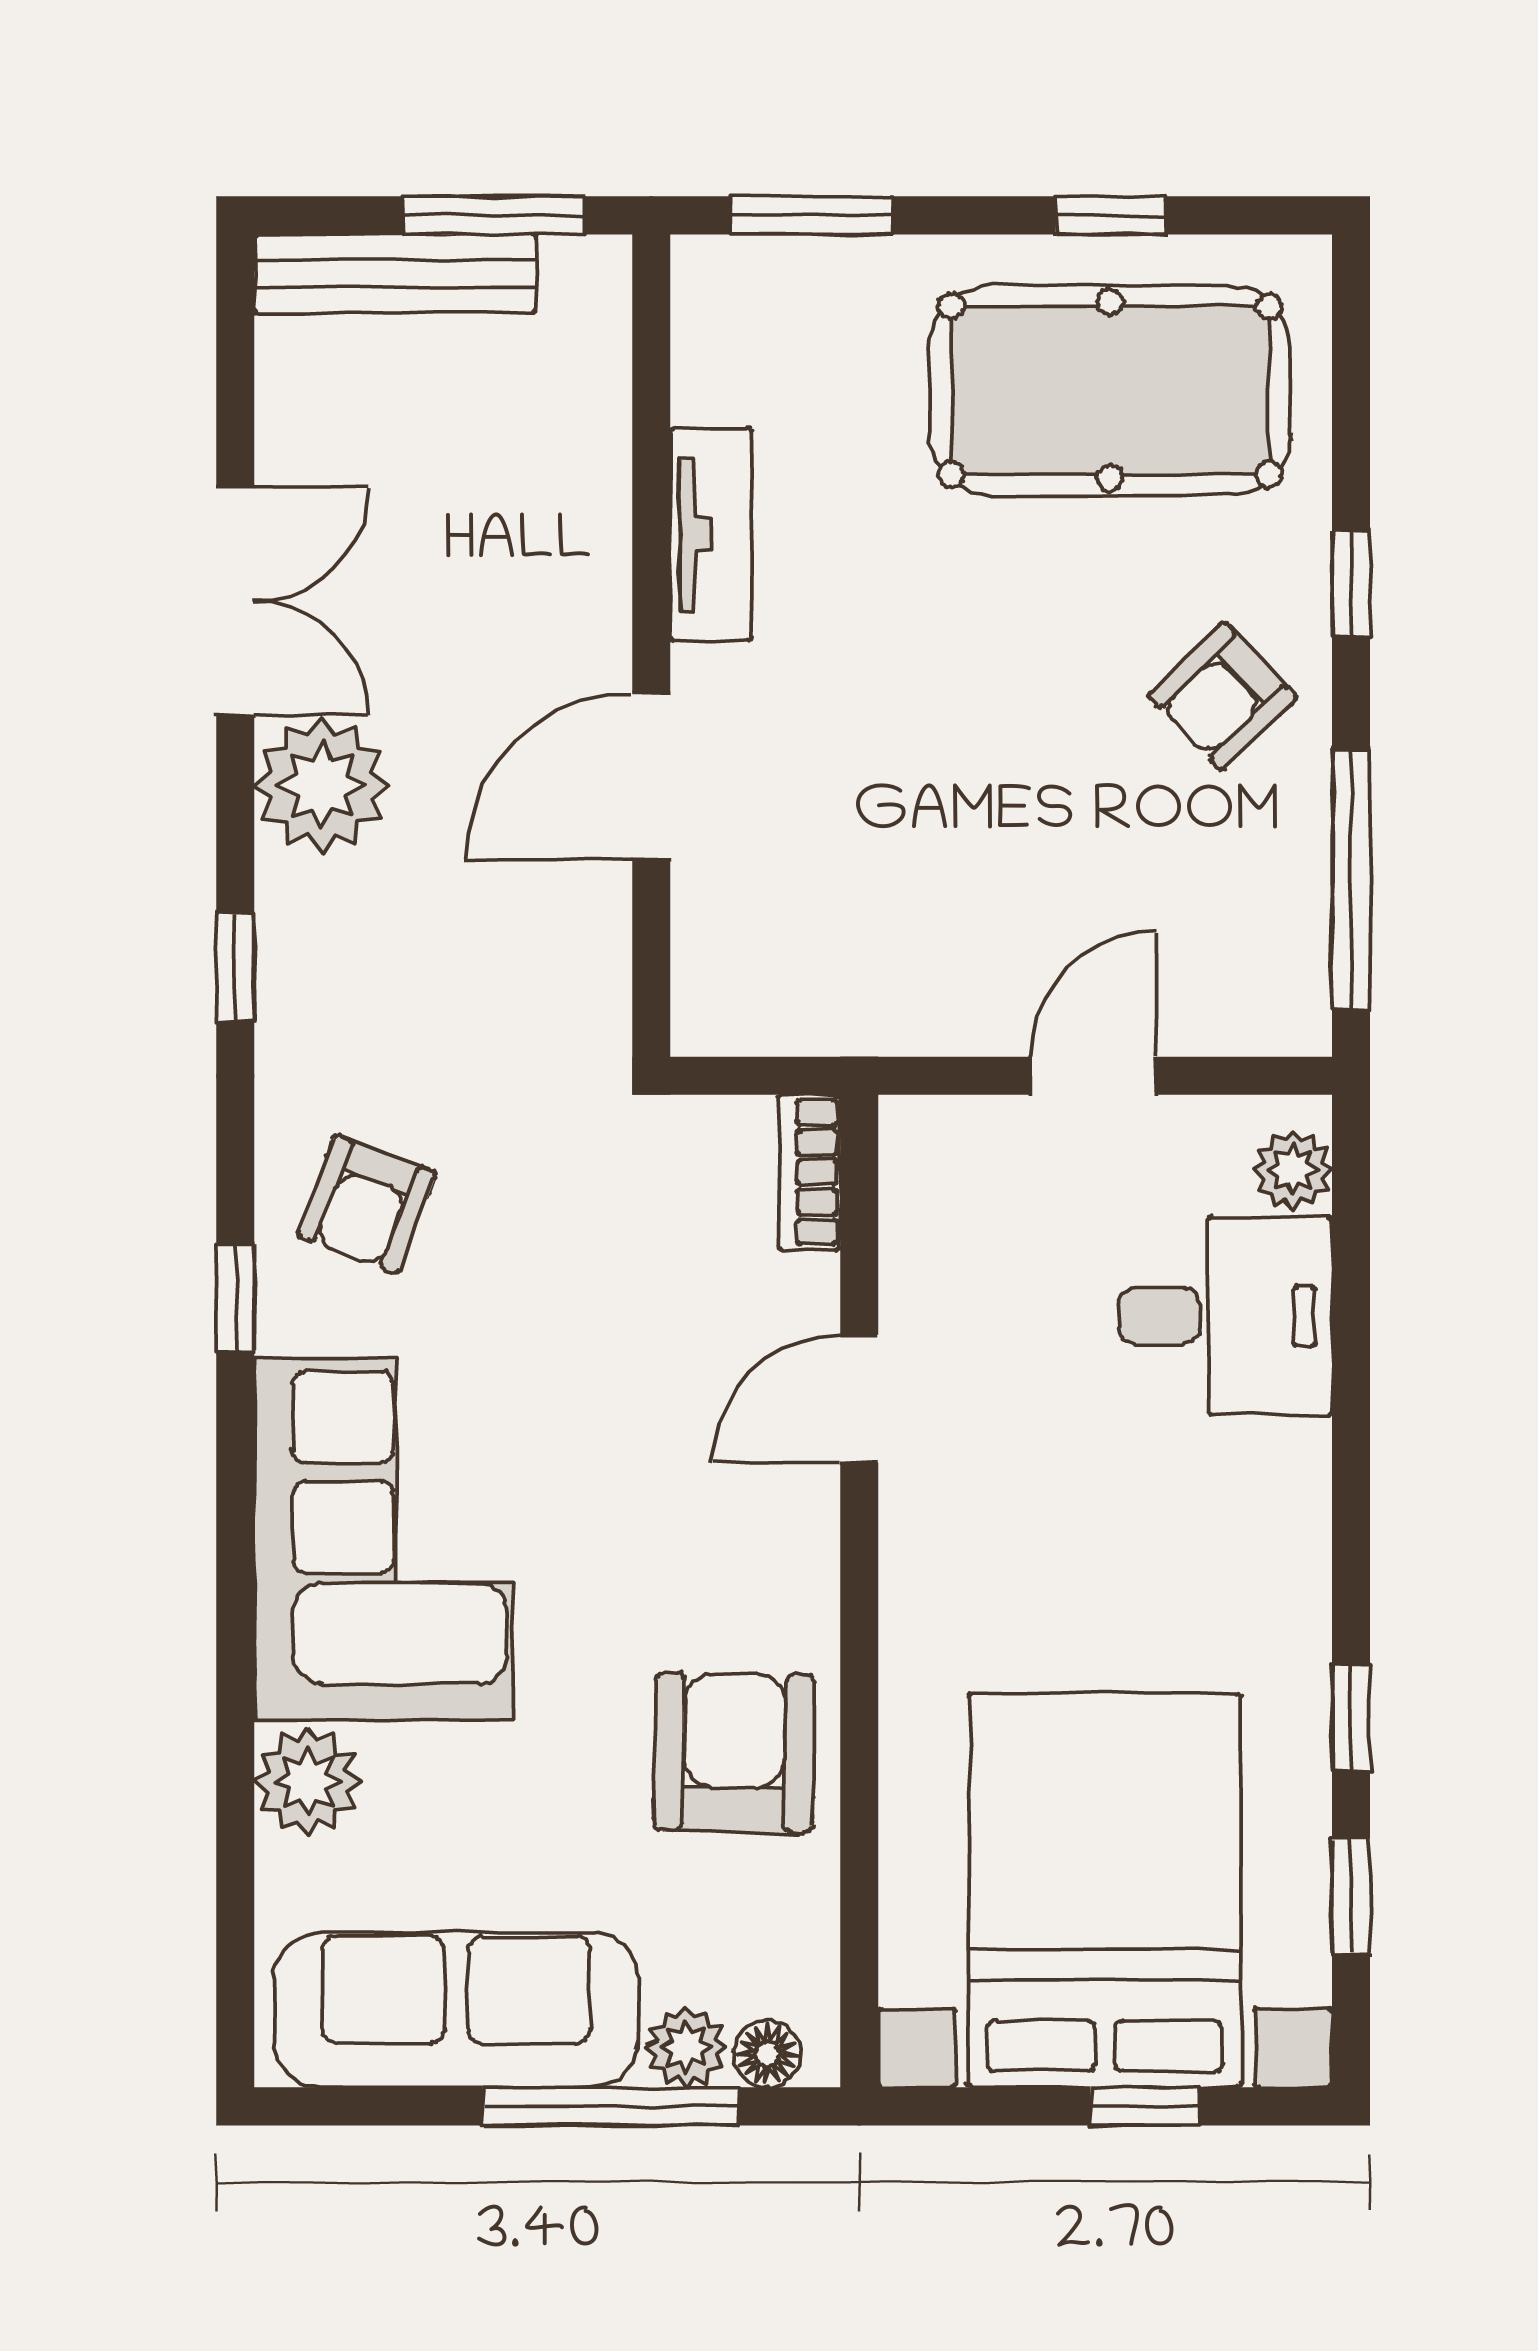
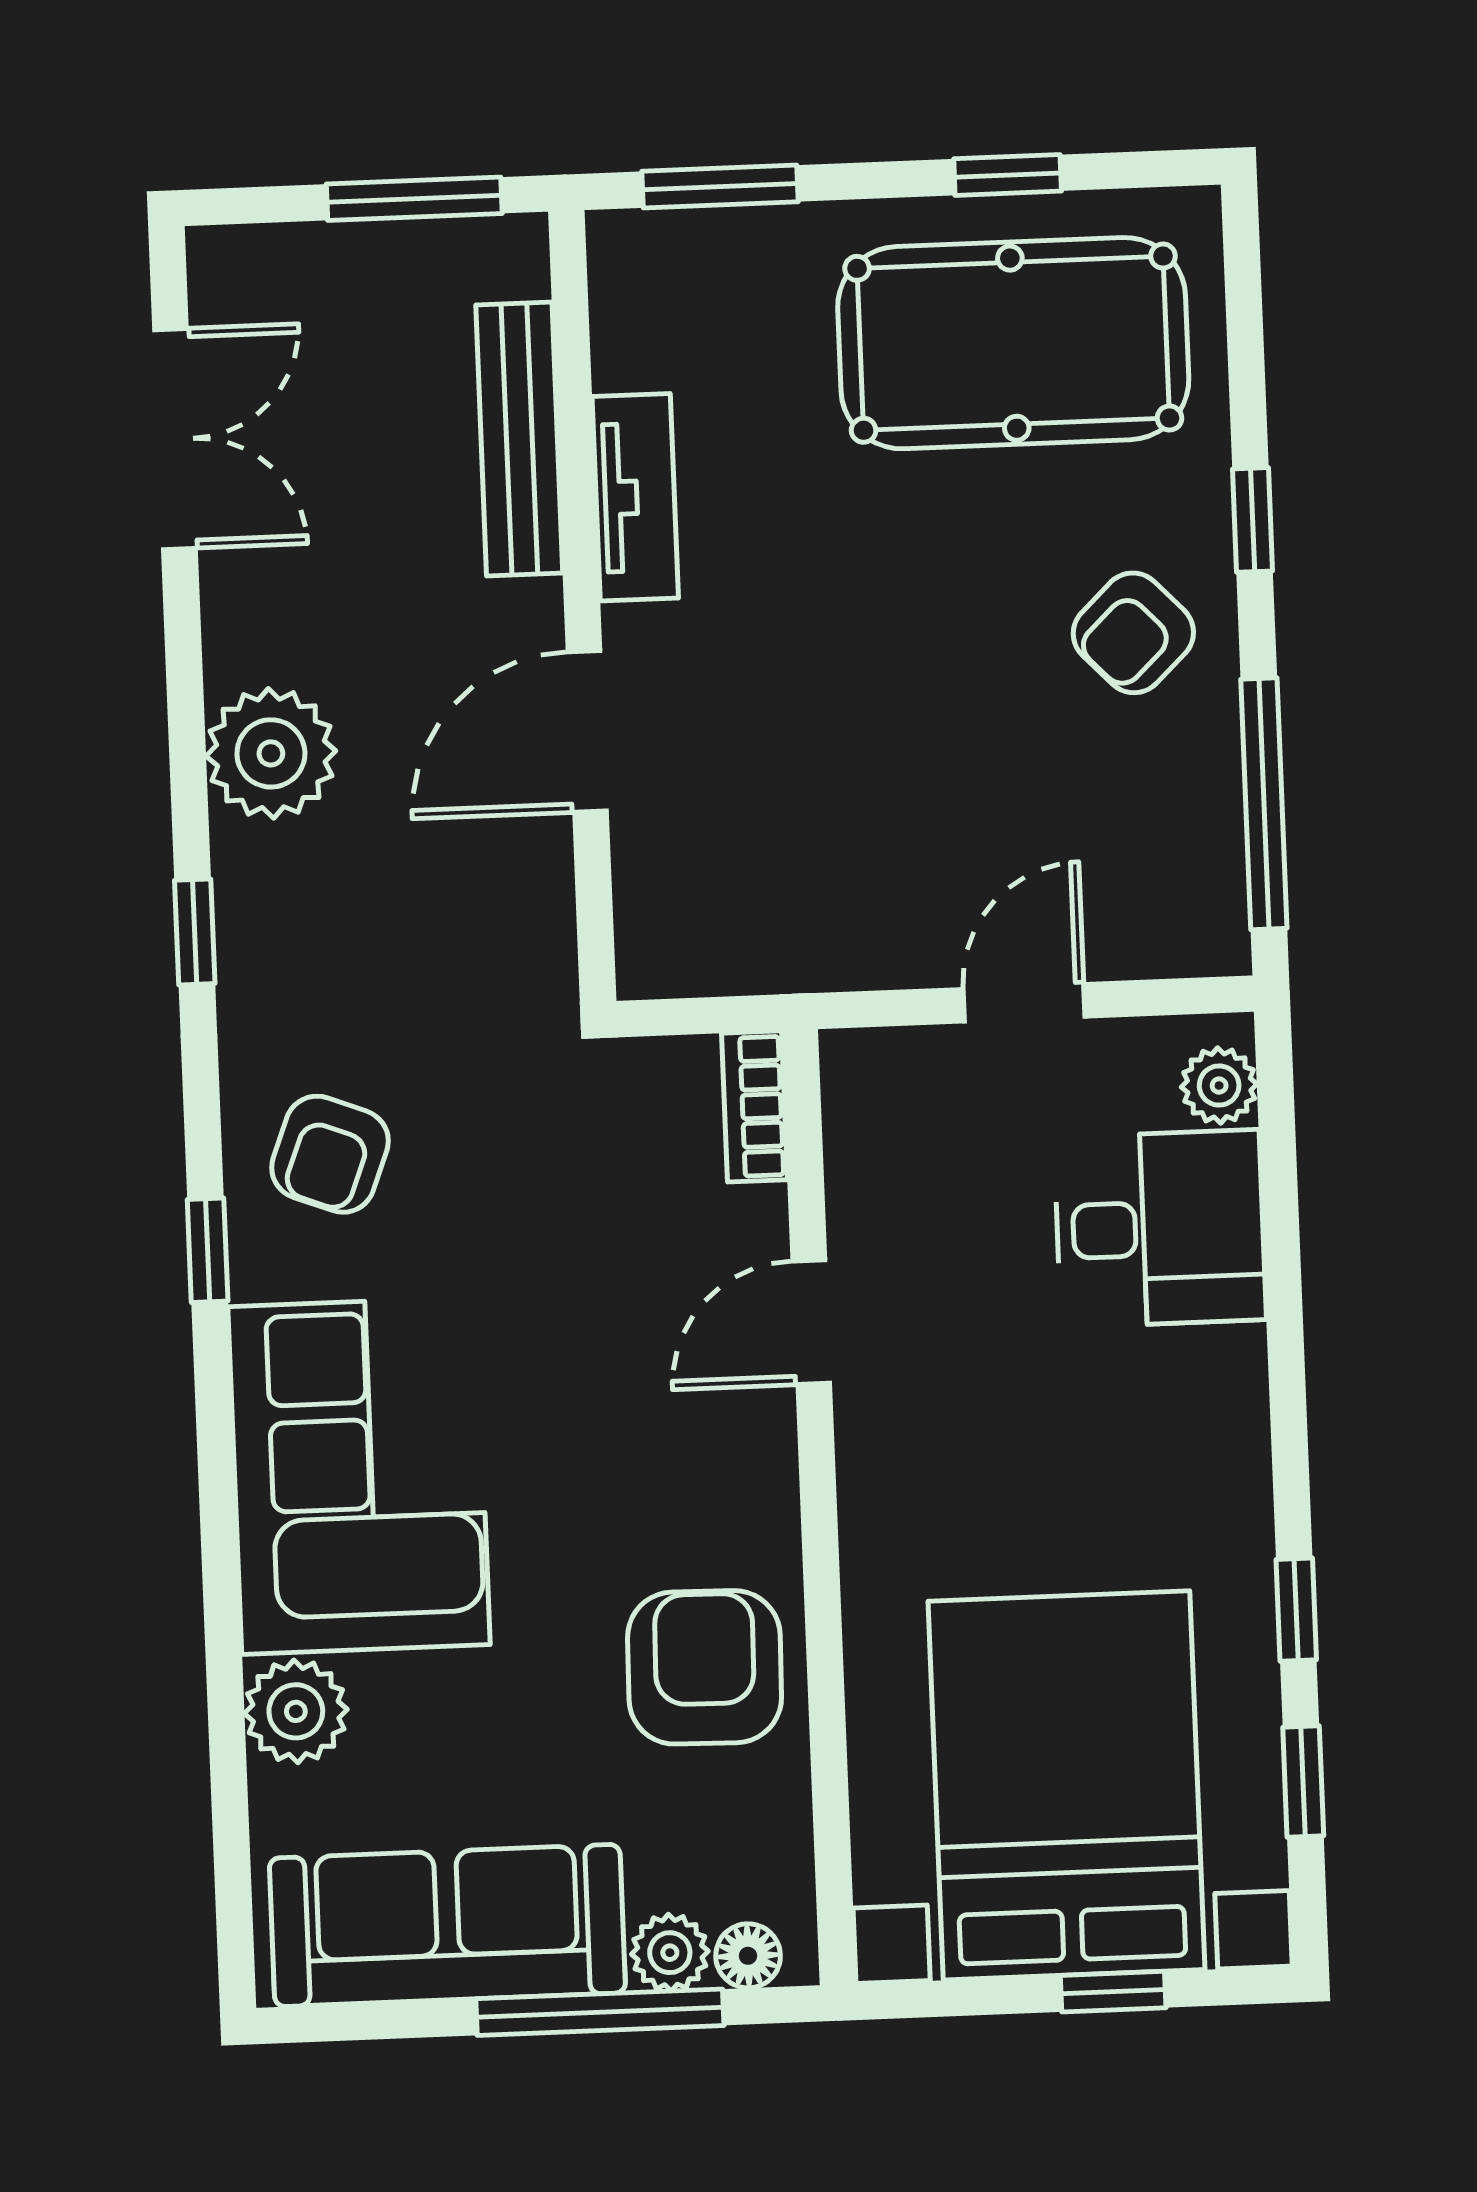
bench: (395, 274) -> (519, 439), moved, turned 90
double door: (235, 601) -> (175, 439), moved

